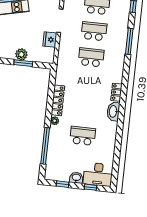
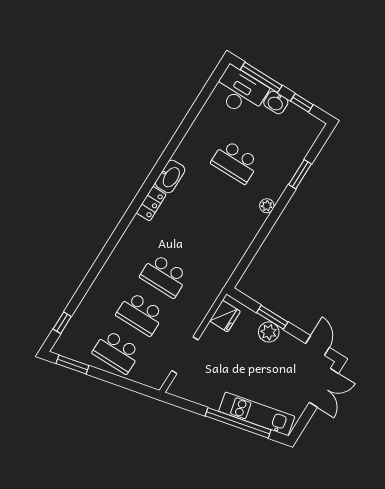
fridge: (50, 40) -> (225, 316), moved
window: (129, 41) -> (94, 272), removed
locker: (58, 100) -> (247, 235), removed
window: (45, 146) -> (300, 174), width x0.47
window: (90, 187) -> (261, 77), width x2.17

